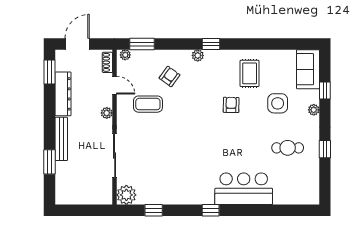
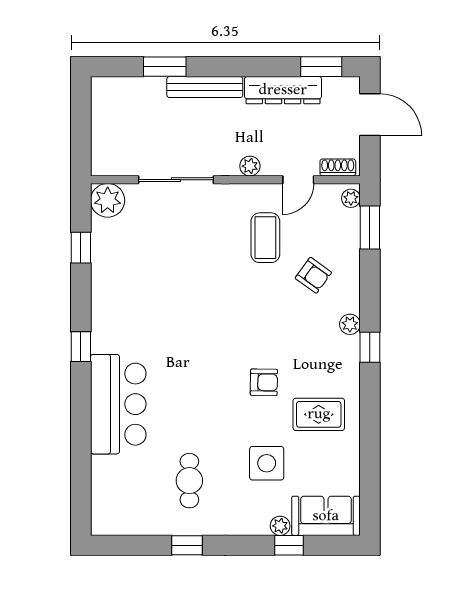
plant: (314, 110) -> (280, 526), moved

